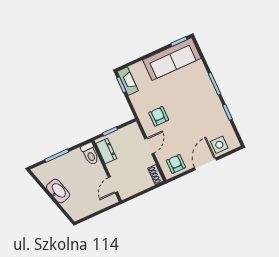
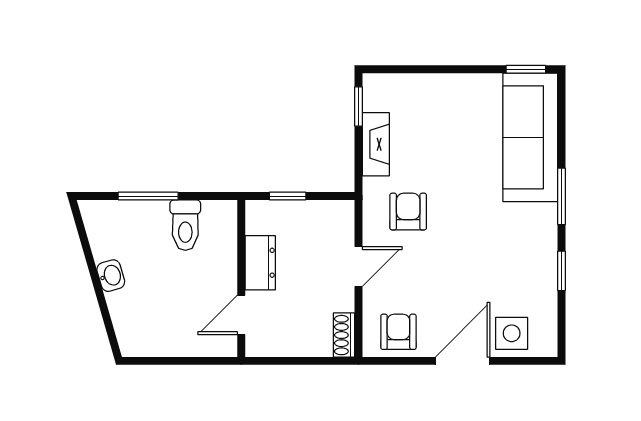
sofa: (172, 59) -> (530, 137), moved, turned 90
fireplace: (128, 81) -> (376, 144), moved
dresser: (106, 151) -> (260, 263), moved
toilet: (90, 154) -> (185, 225), moved
washbasin: (58, 191) -> (111, 276), width x0.52, depth x0.69

